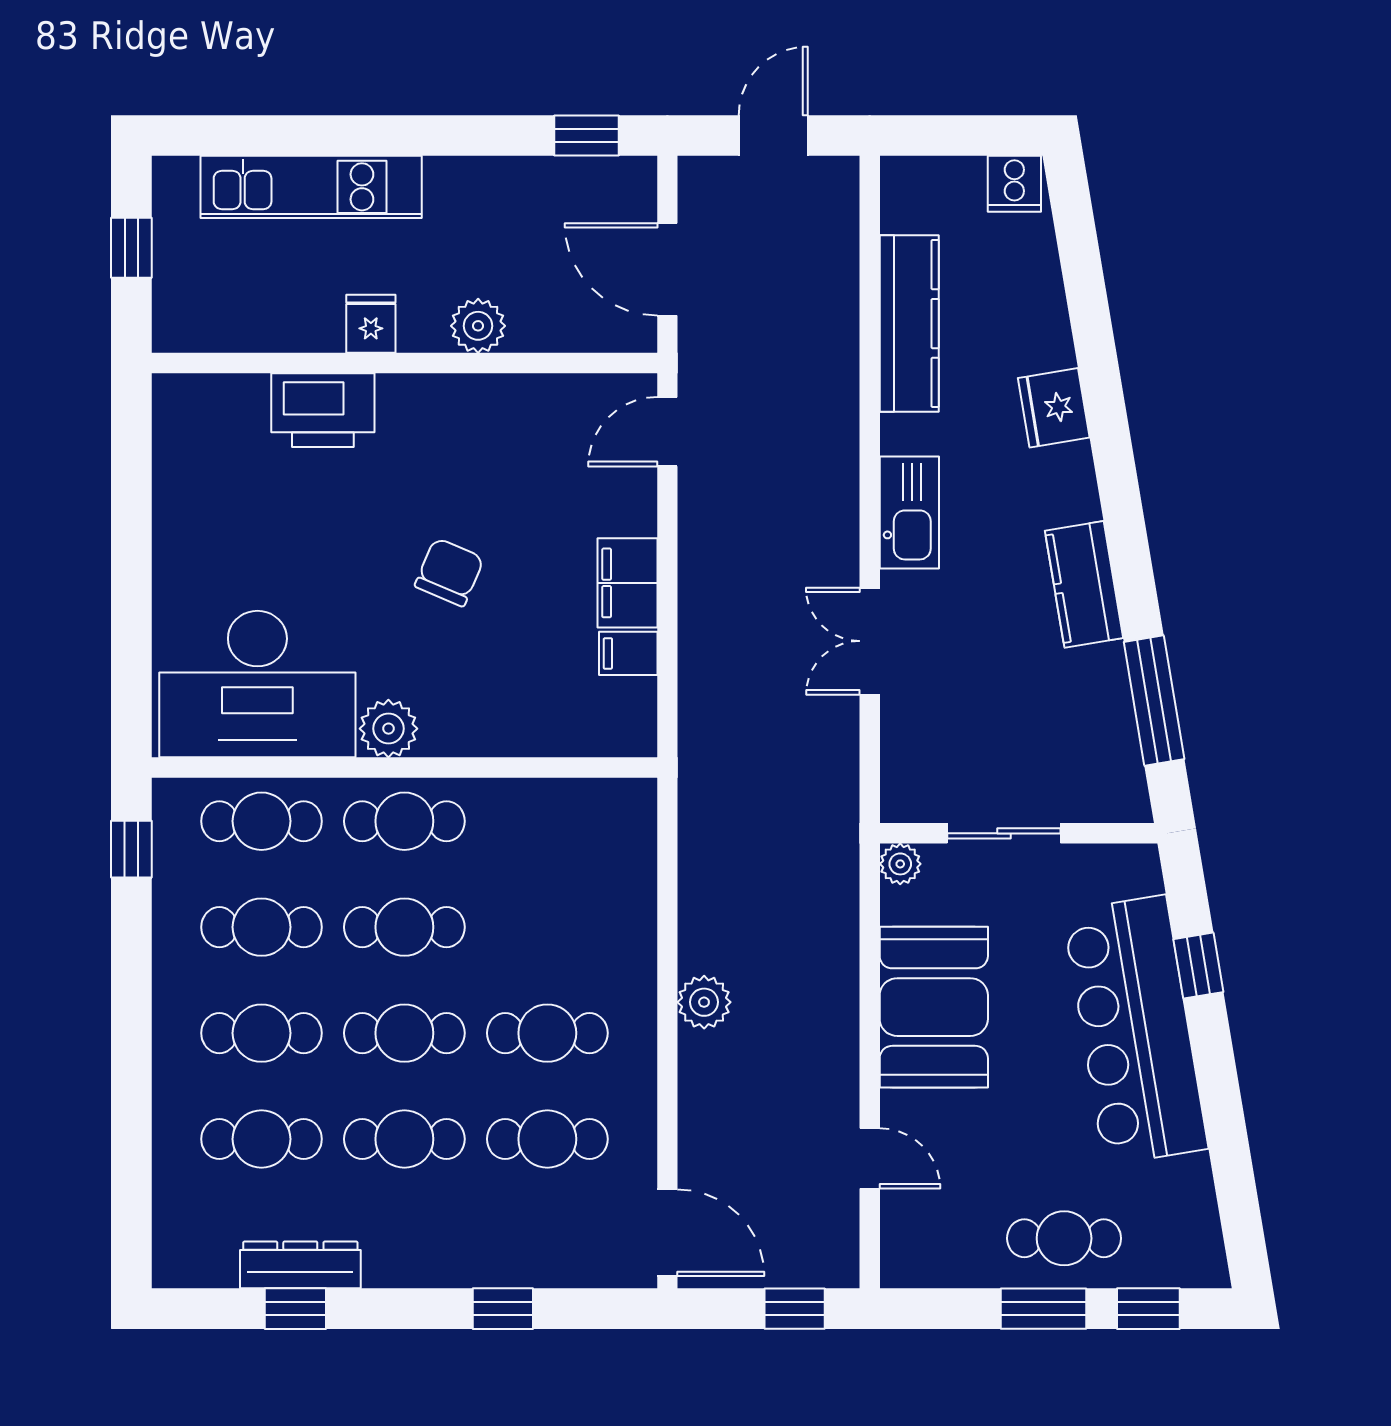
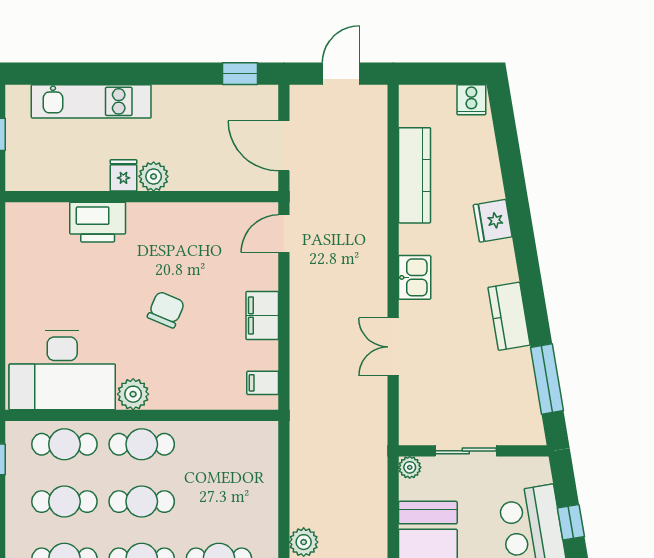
plant: (478, 326) -> (154, 176), moved
kitchen sink: (909, 512) -> (415, 277), width x0.73
filing cabinet: (628, 653) -> (263, 383), moved

